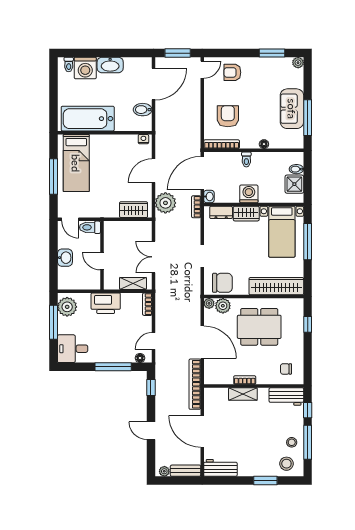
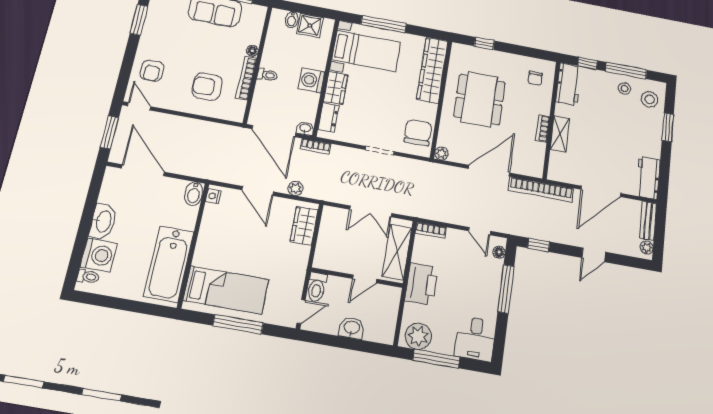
bidet: (143, 110) -> (194, 194), moved
bookcase: (222, 144) -> (246, 78), moved
plant: (165, 203) -> (296, 188), width x0.53, depth x0.53
shelving: (133, 283) -> (397, 252), width x1.50, depth x1.33
plant: (223, 306) -> (447, 137), removed

